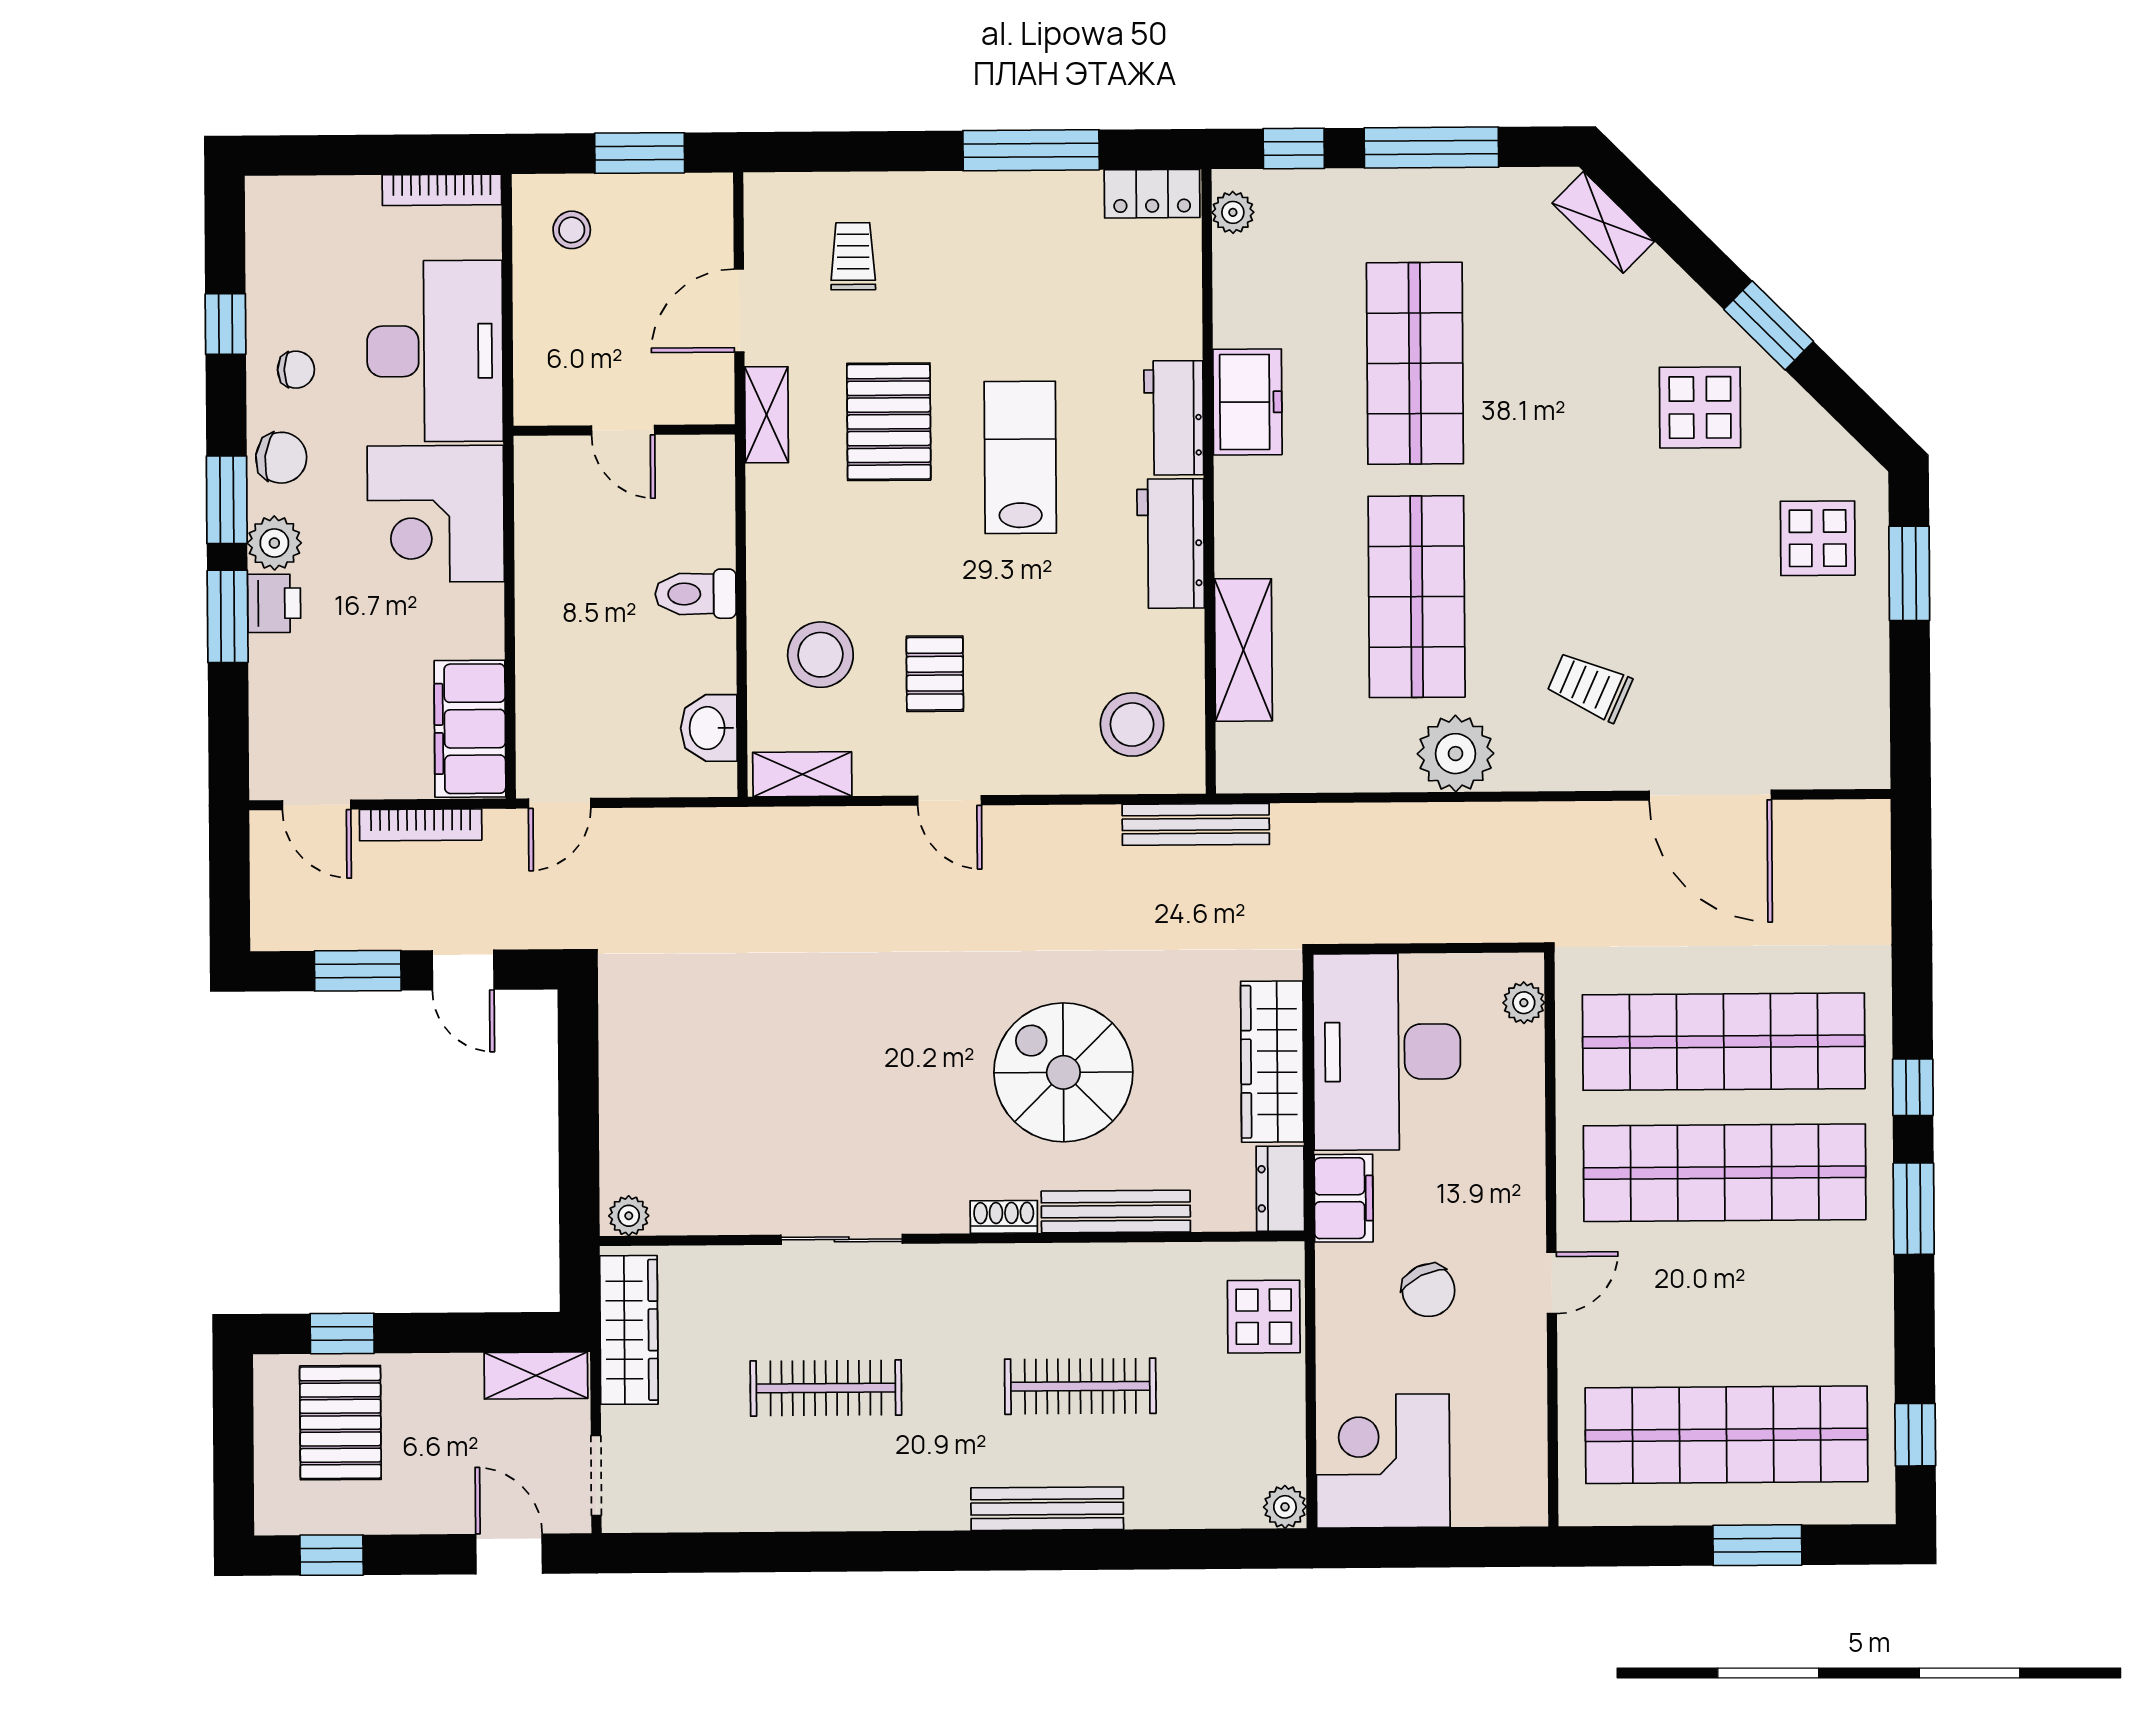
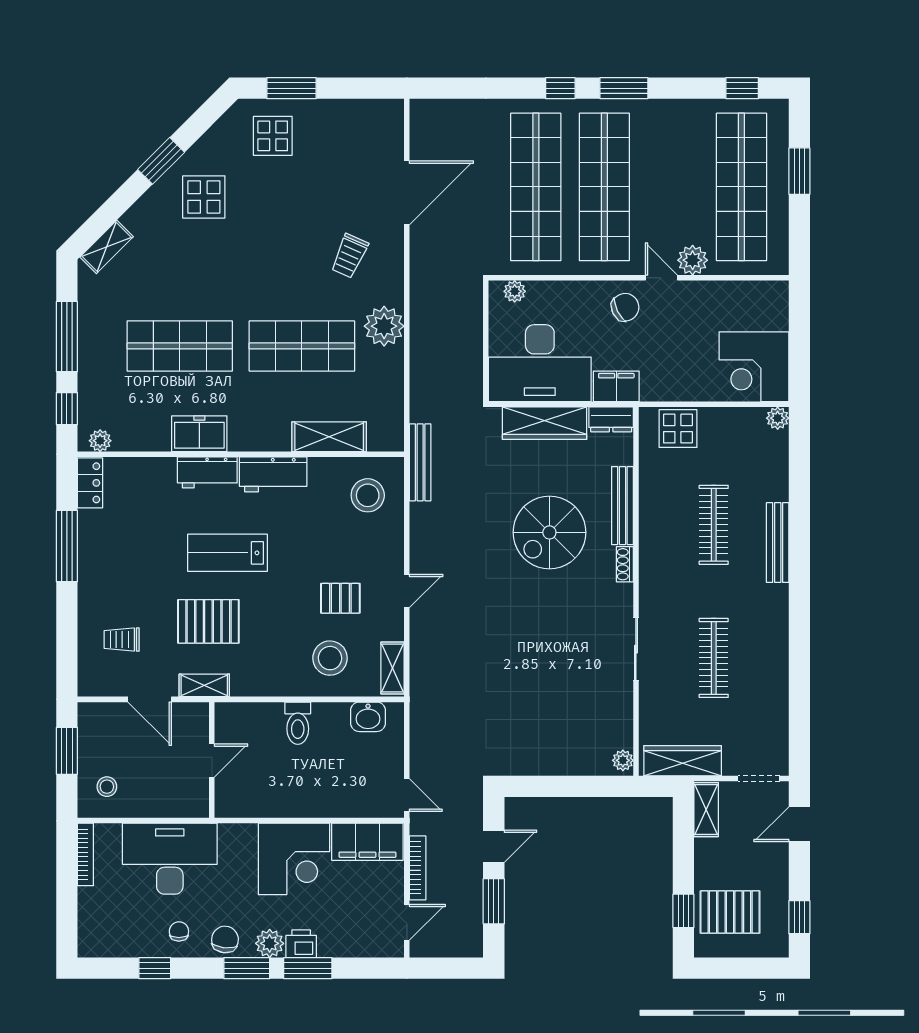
corner desk: (436, 514) -> (294, 859), moved
chair: (1428, 1290) -> (625, 307), moved
plant: (1586, 1342) -> (693, 260), added

